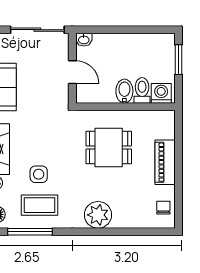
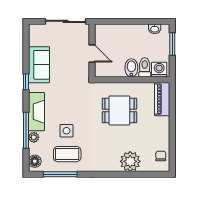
washbasin: (84, 40) -> (155, 29), moved
piano: (165, 162) -> (162, 99), moved
plant: (98, 215) -> (130, 161), moved

